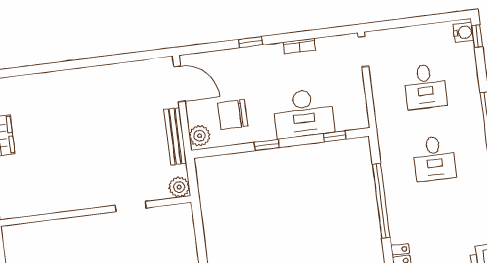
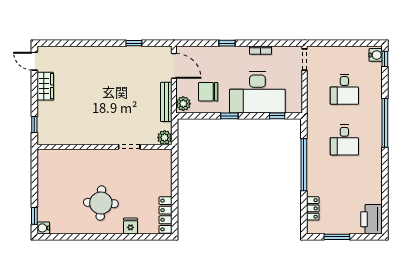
window: (119, 59) -> (134, 43), added
desk: (304, 113) -> (257, 92), width x1.36, depth x1.30

